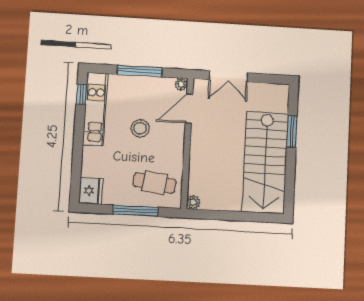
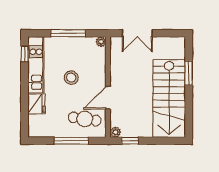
door: (189, 109) -> (108, 98), moved
fridge: (91, 191) -> (36, 104), moved
window: (212, 215) -> (130, 141), added

